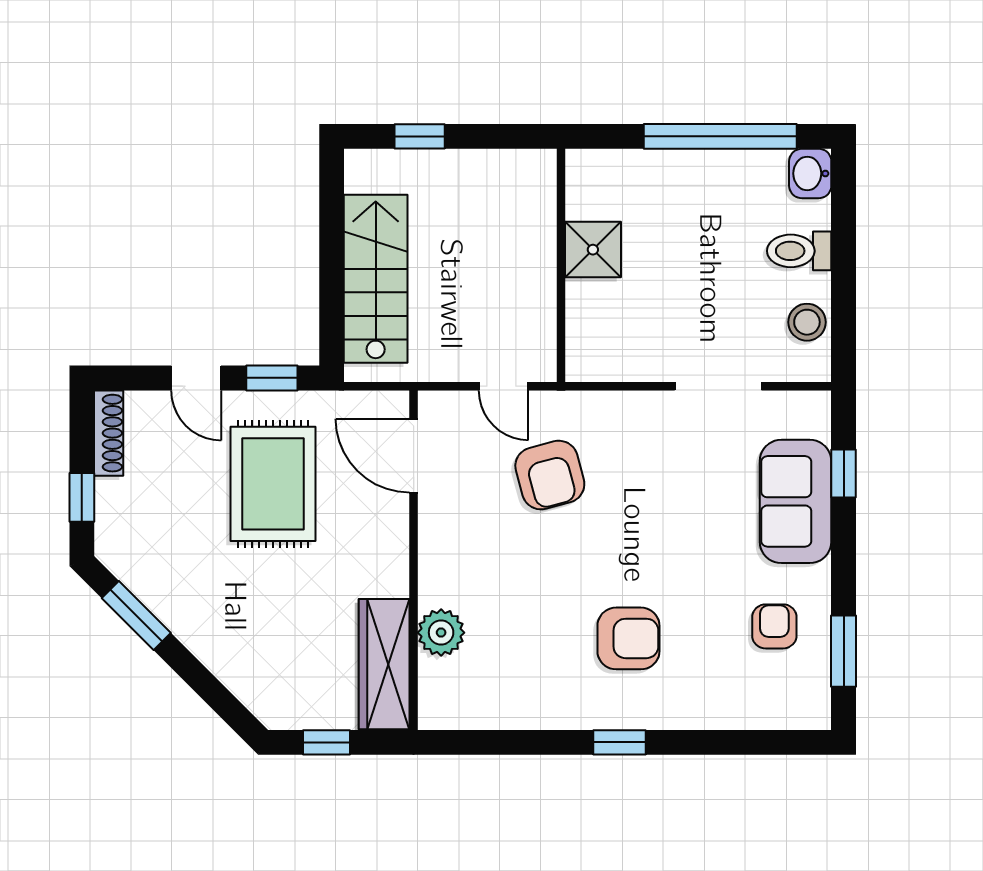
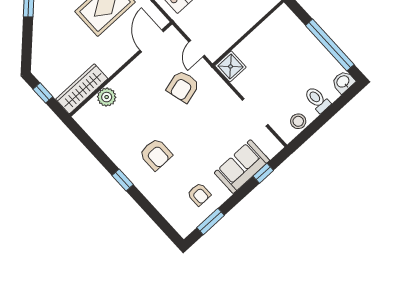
shower: (593, 250) -> (231, 66), moved
armchair: (774, 626) -> (199, 194), turned 90

